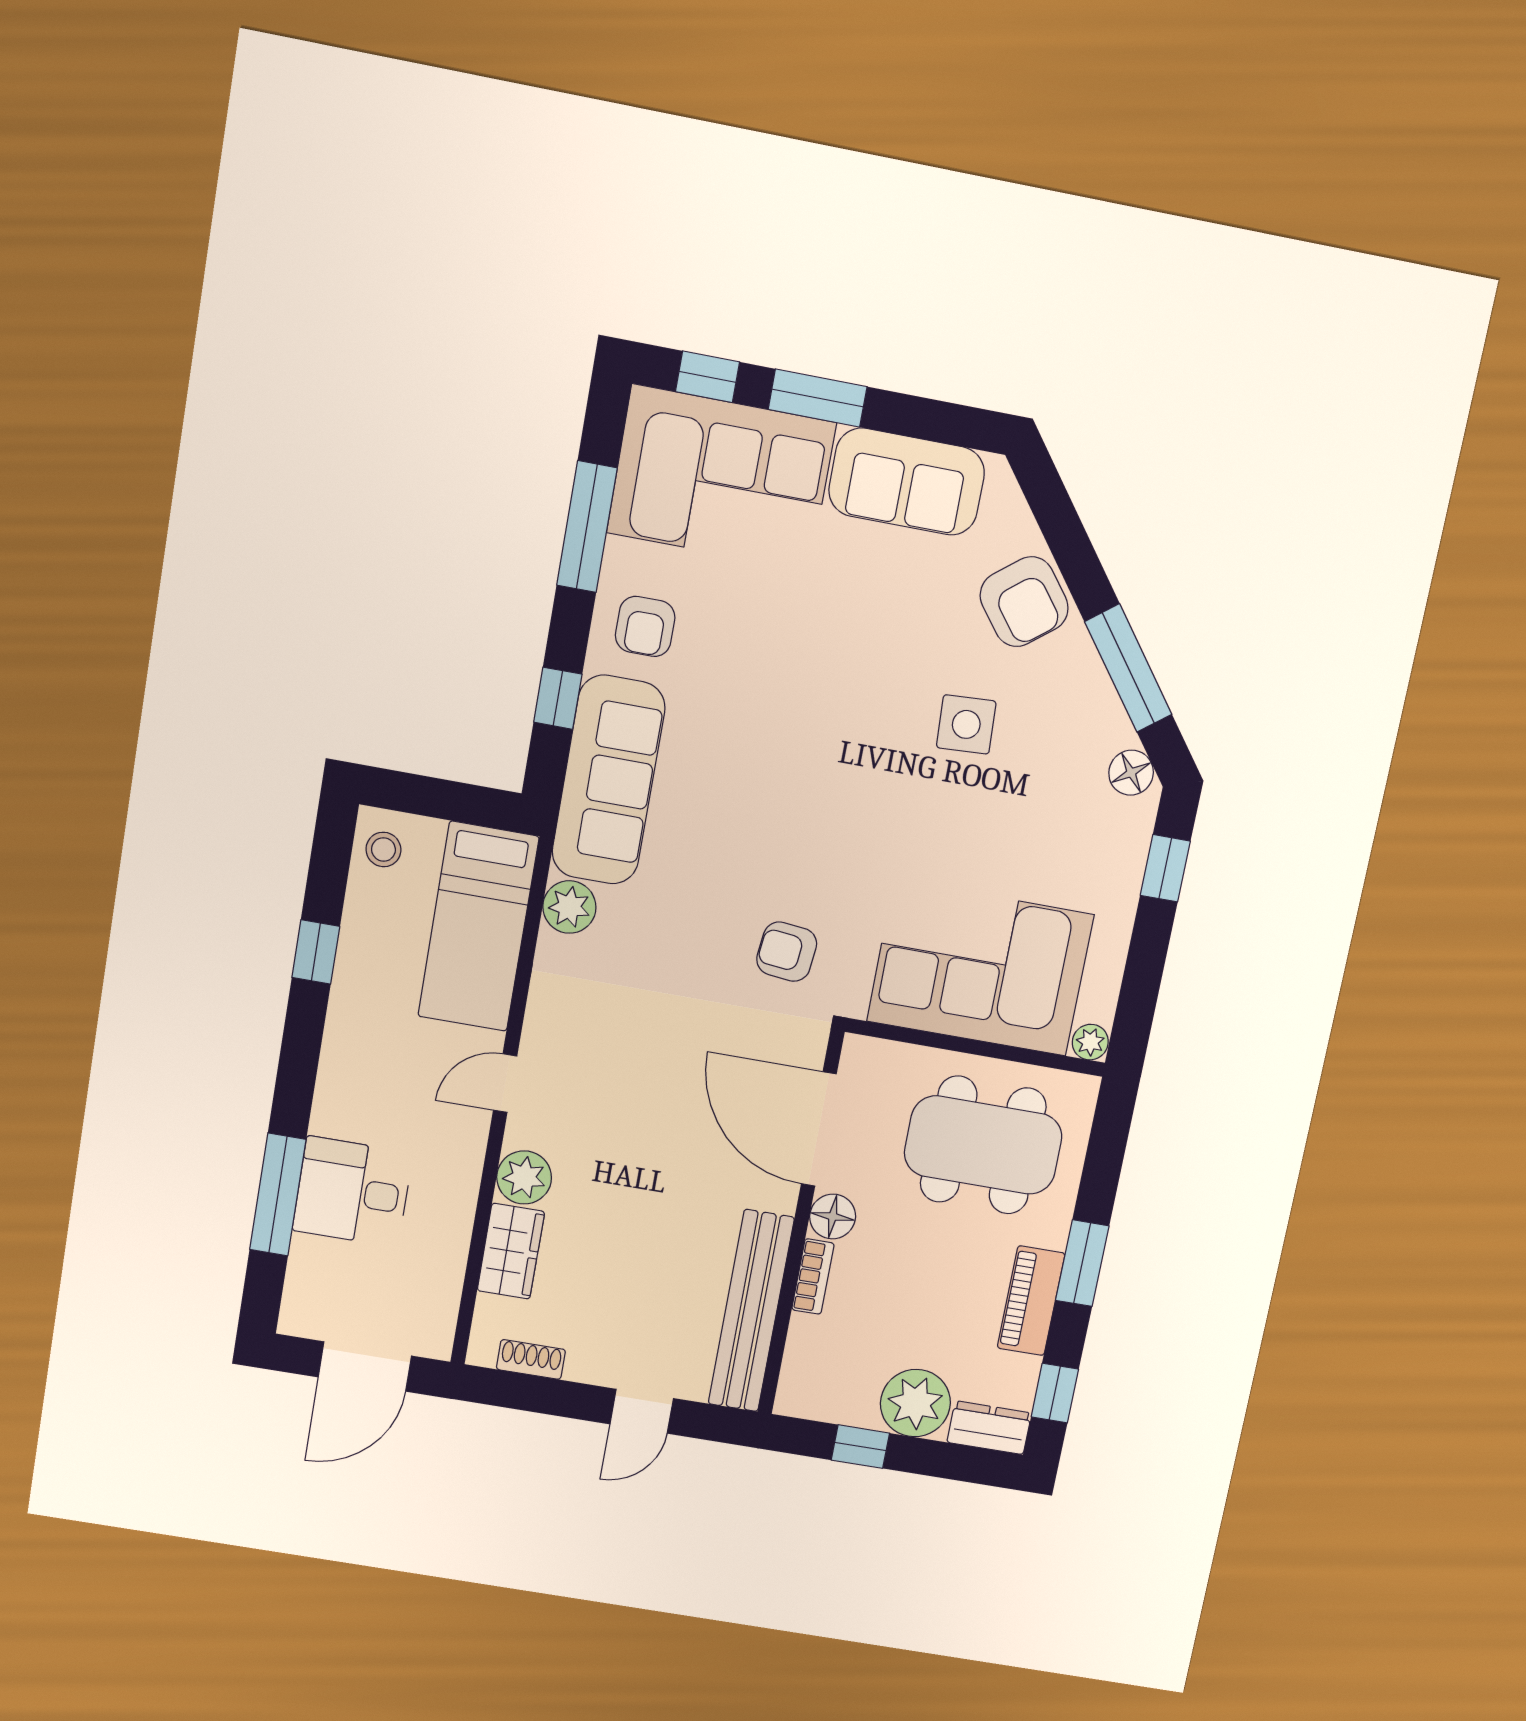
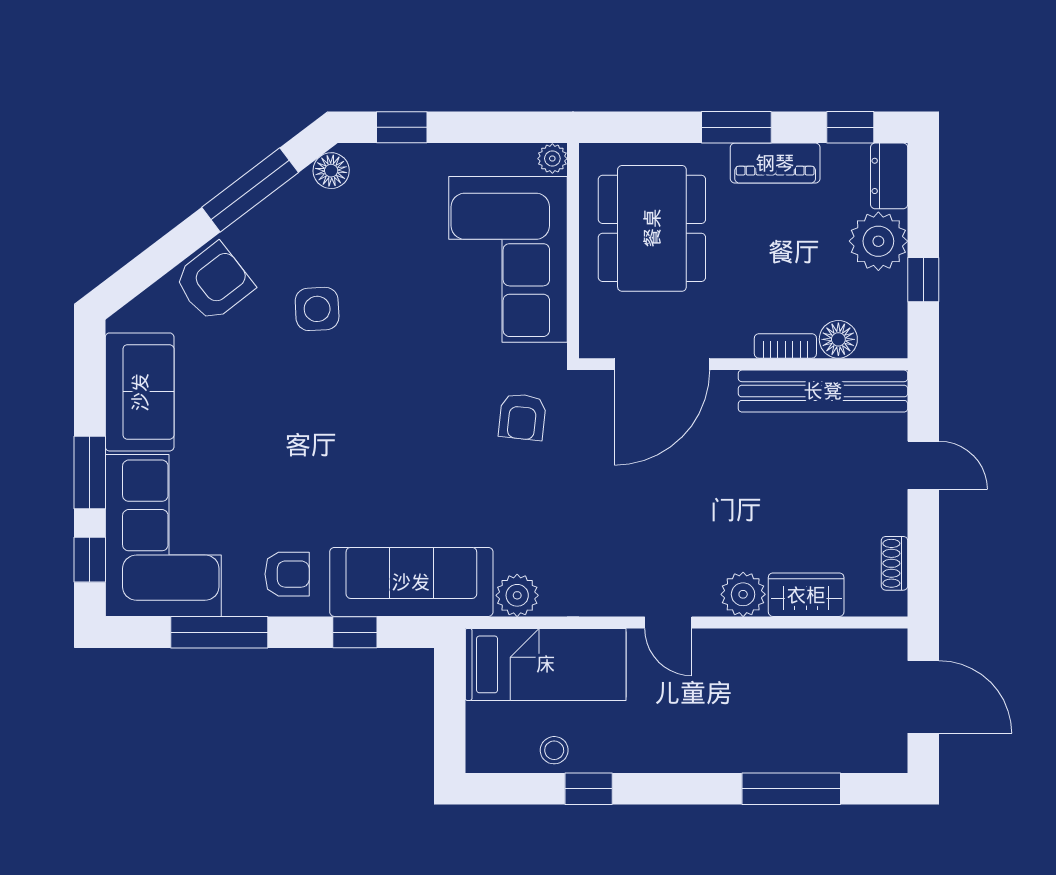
stool: (383, 849) -> (554, 750), moved
desk: (353, 1192) -> (779, 730), removed
floor lamp: (833, 1217) -> (838, 339), moved

